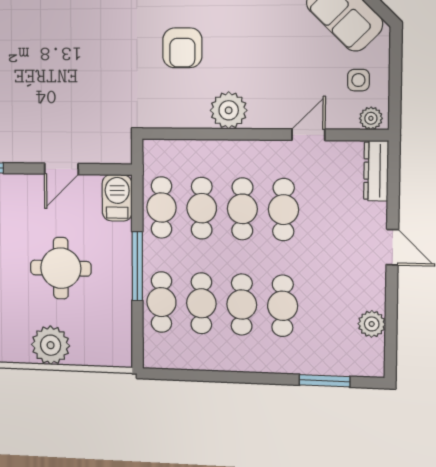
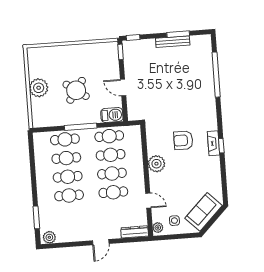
round table: (61, 268) -> (76, 90), turned 35
plant: (372, 324) -> (49, 237), moved

